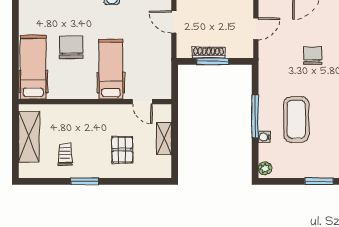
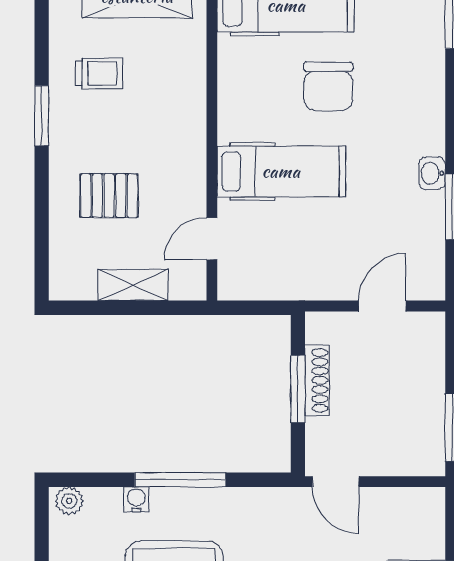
door: (256, 29) -> (336, 482), moved
chair: (71, 47) -> (328, 86), turned 90

